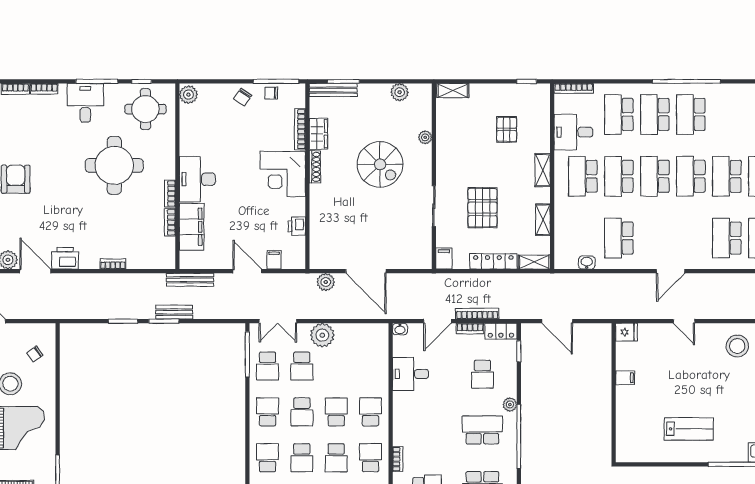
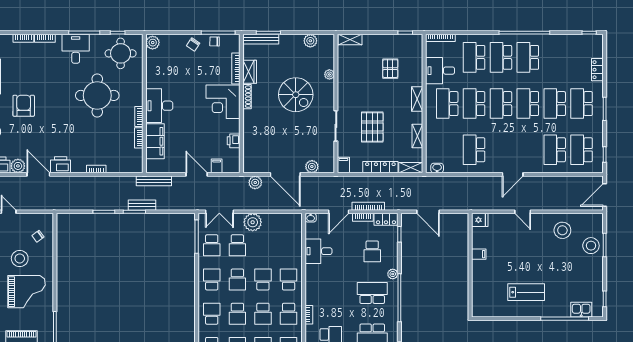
plant: (402, 261) -> (312, 167), added
washbasin: (587, 263) -> (437, 168), moved
school desk: (370, 458) -> (289, 314), turned 180

